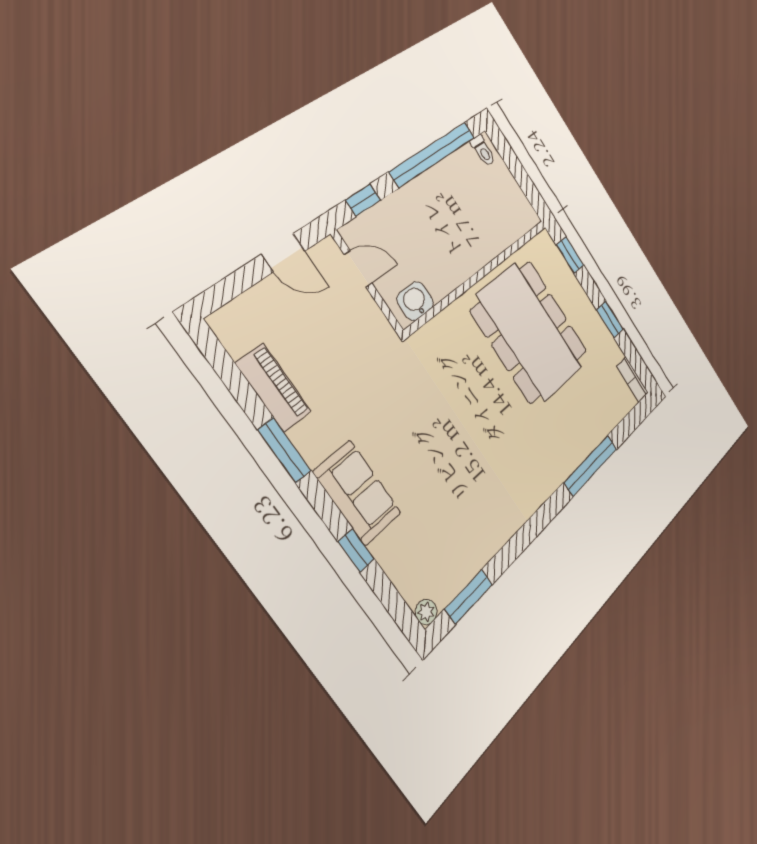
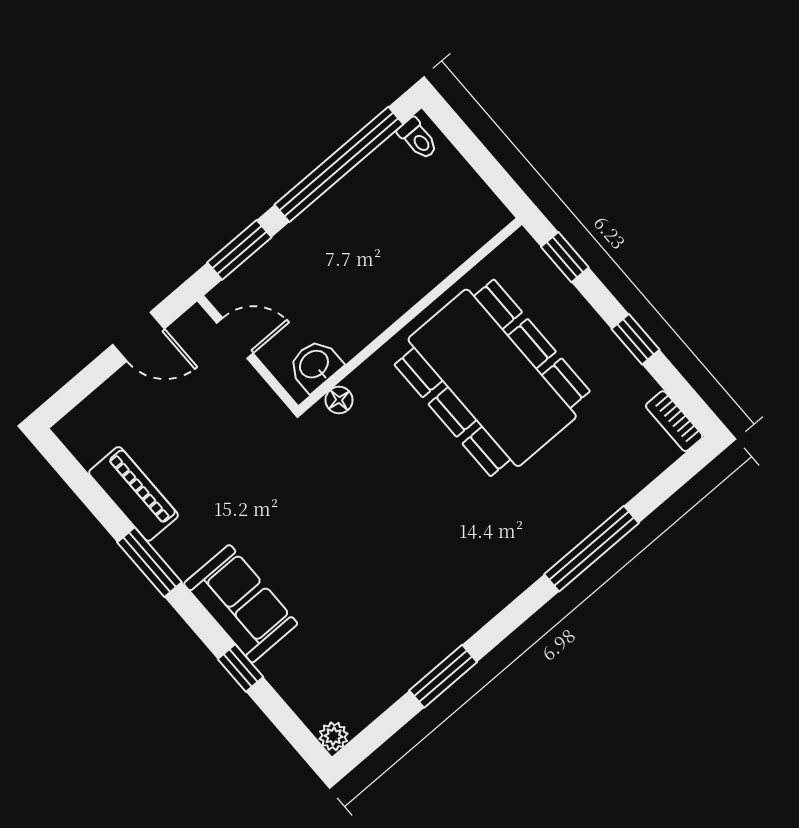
window: (363, 200) -> (239, 250), width x1.50
floor lamp: (432, 331) -> (339, 400), added
window: (469, 597) -> (443, 676), moved

